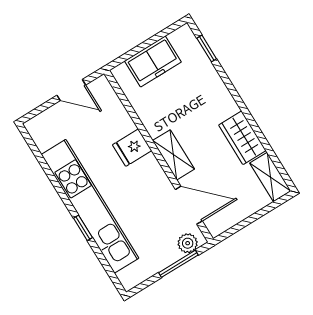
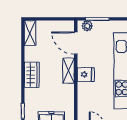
wardrobe: (242, 138) -> (32, 75), moved
fridge: (132, 148) -> (86, 74), moved

